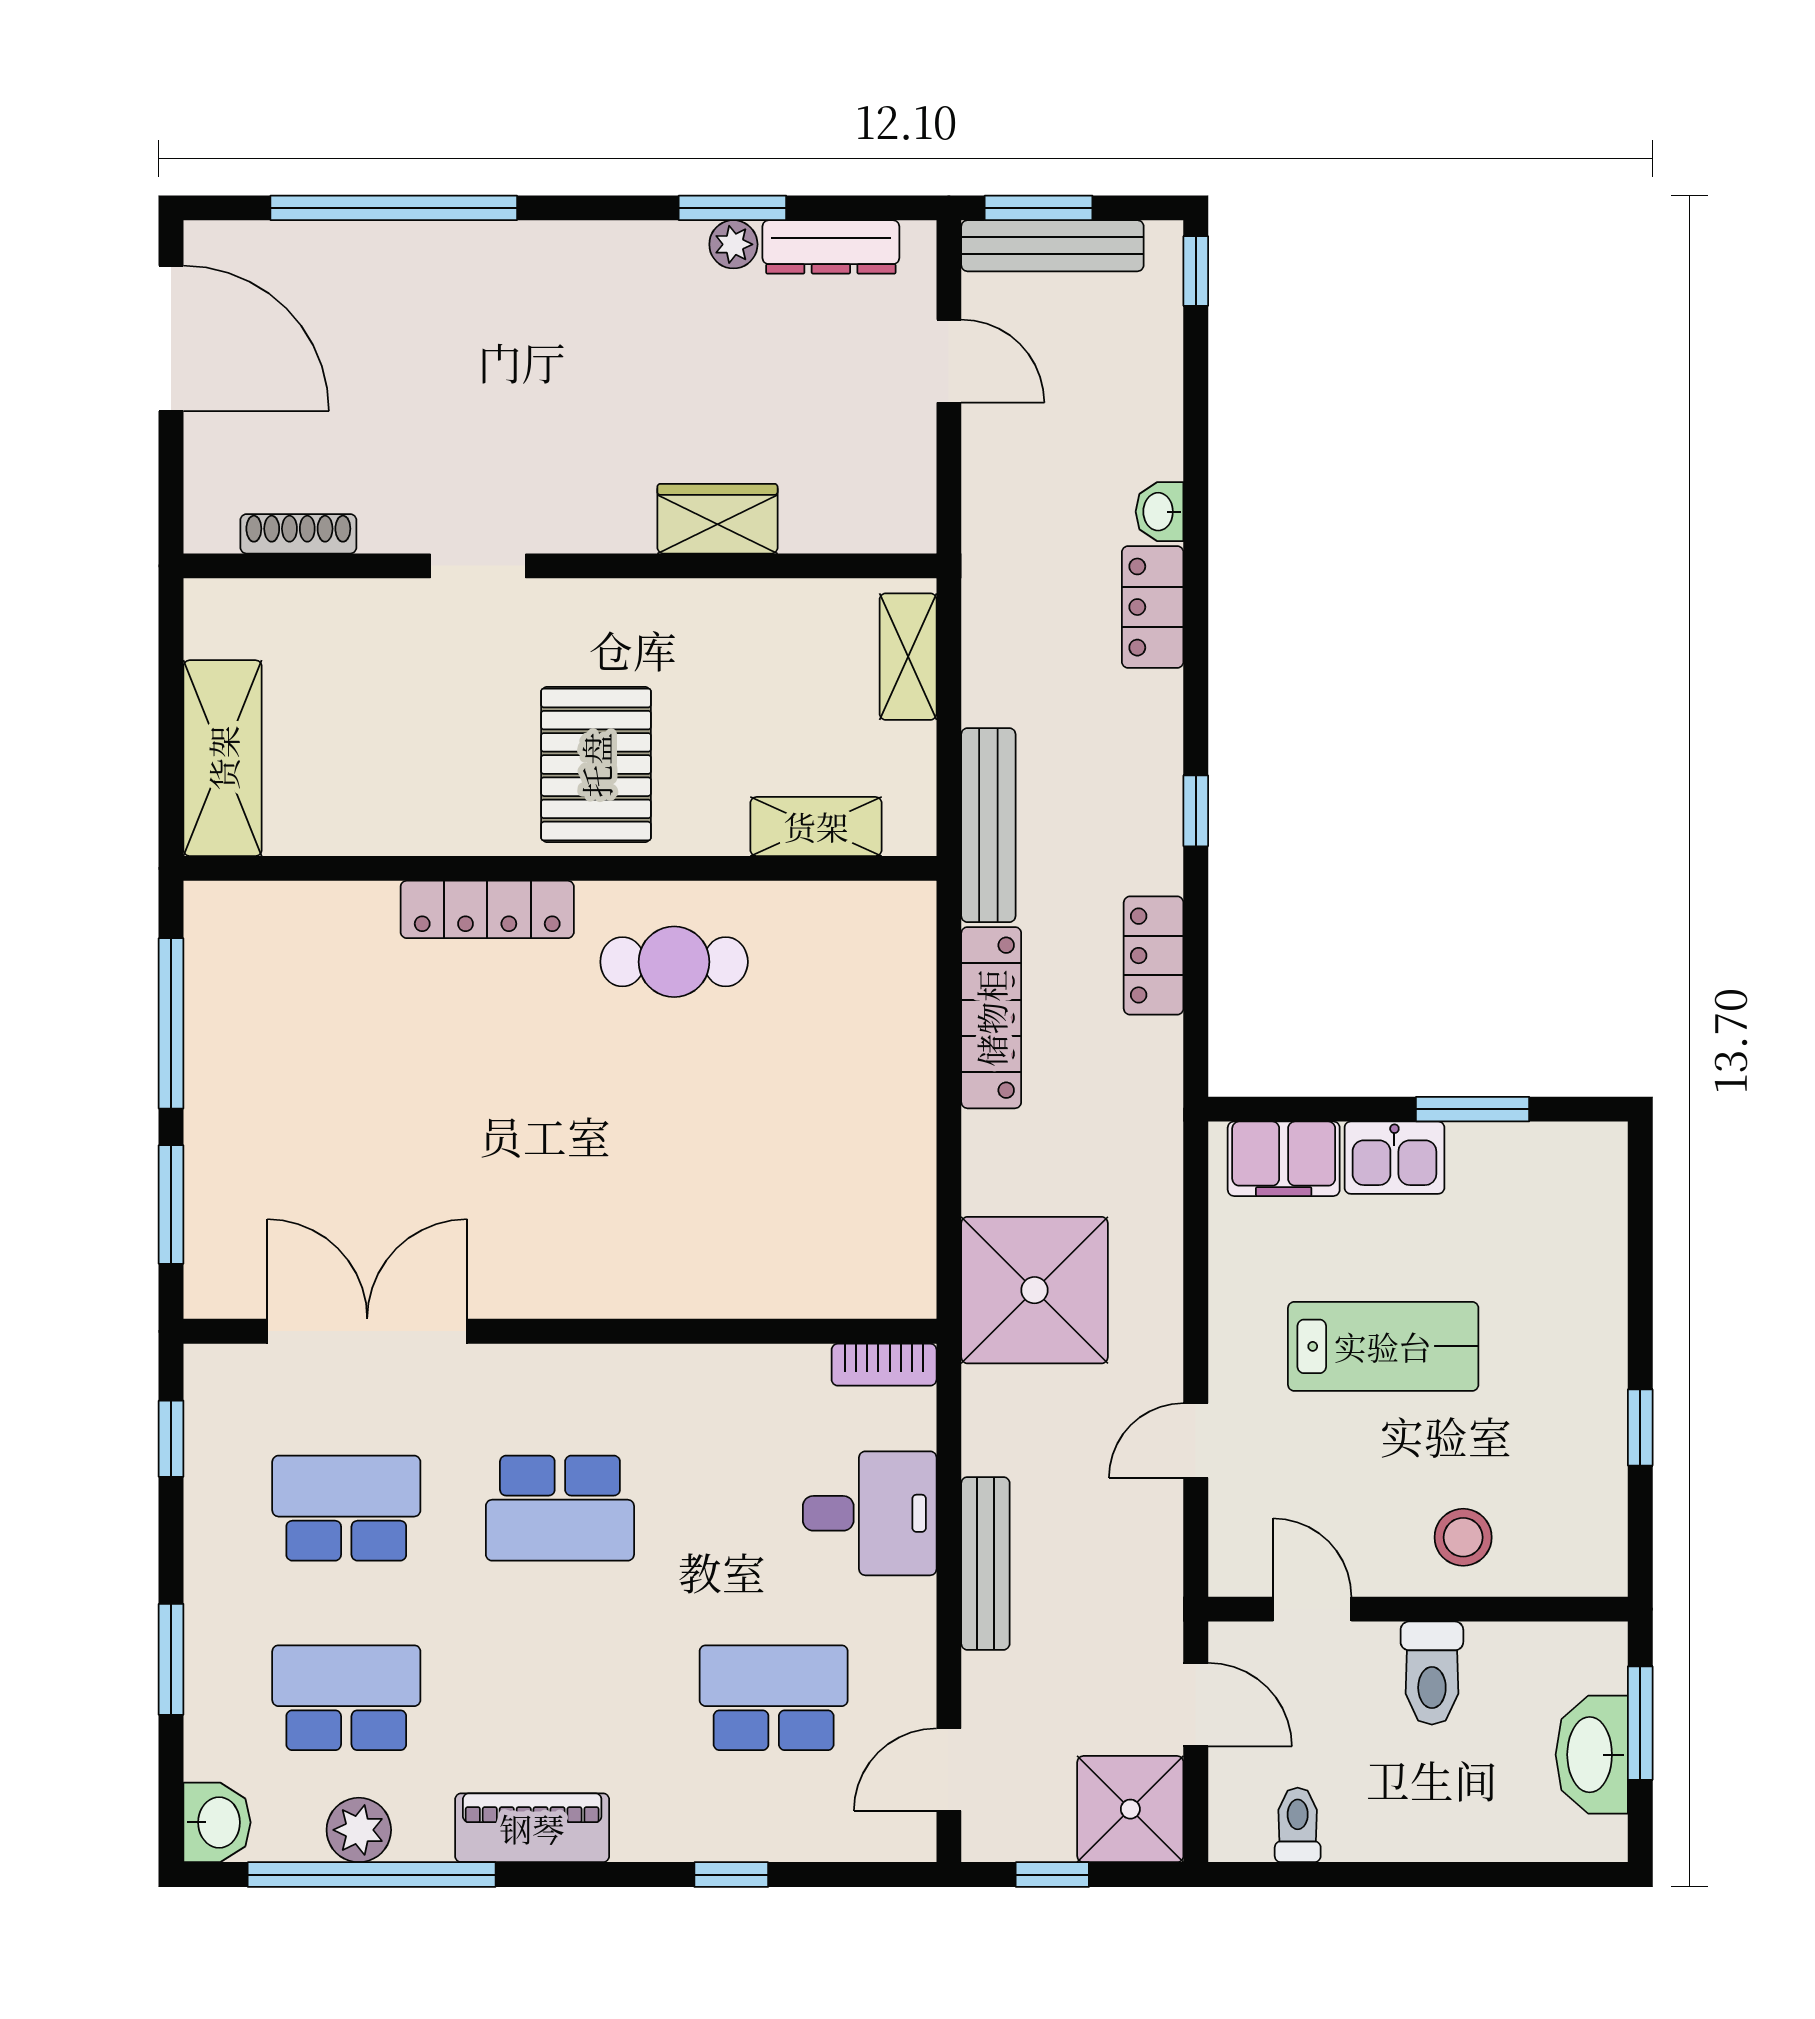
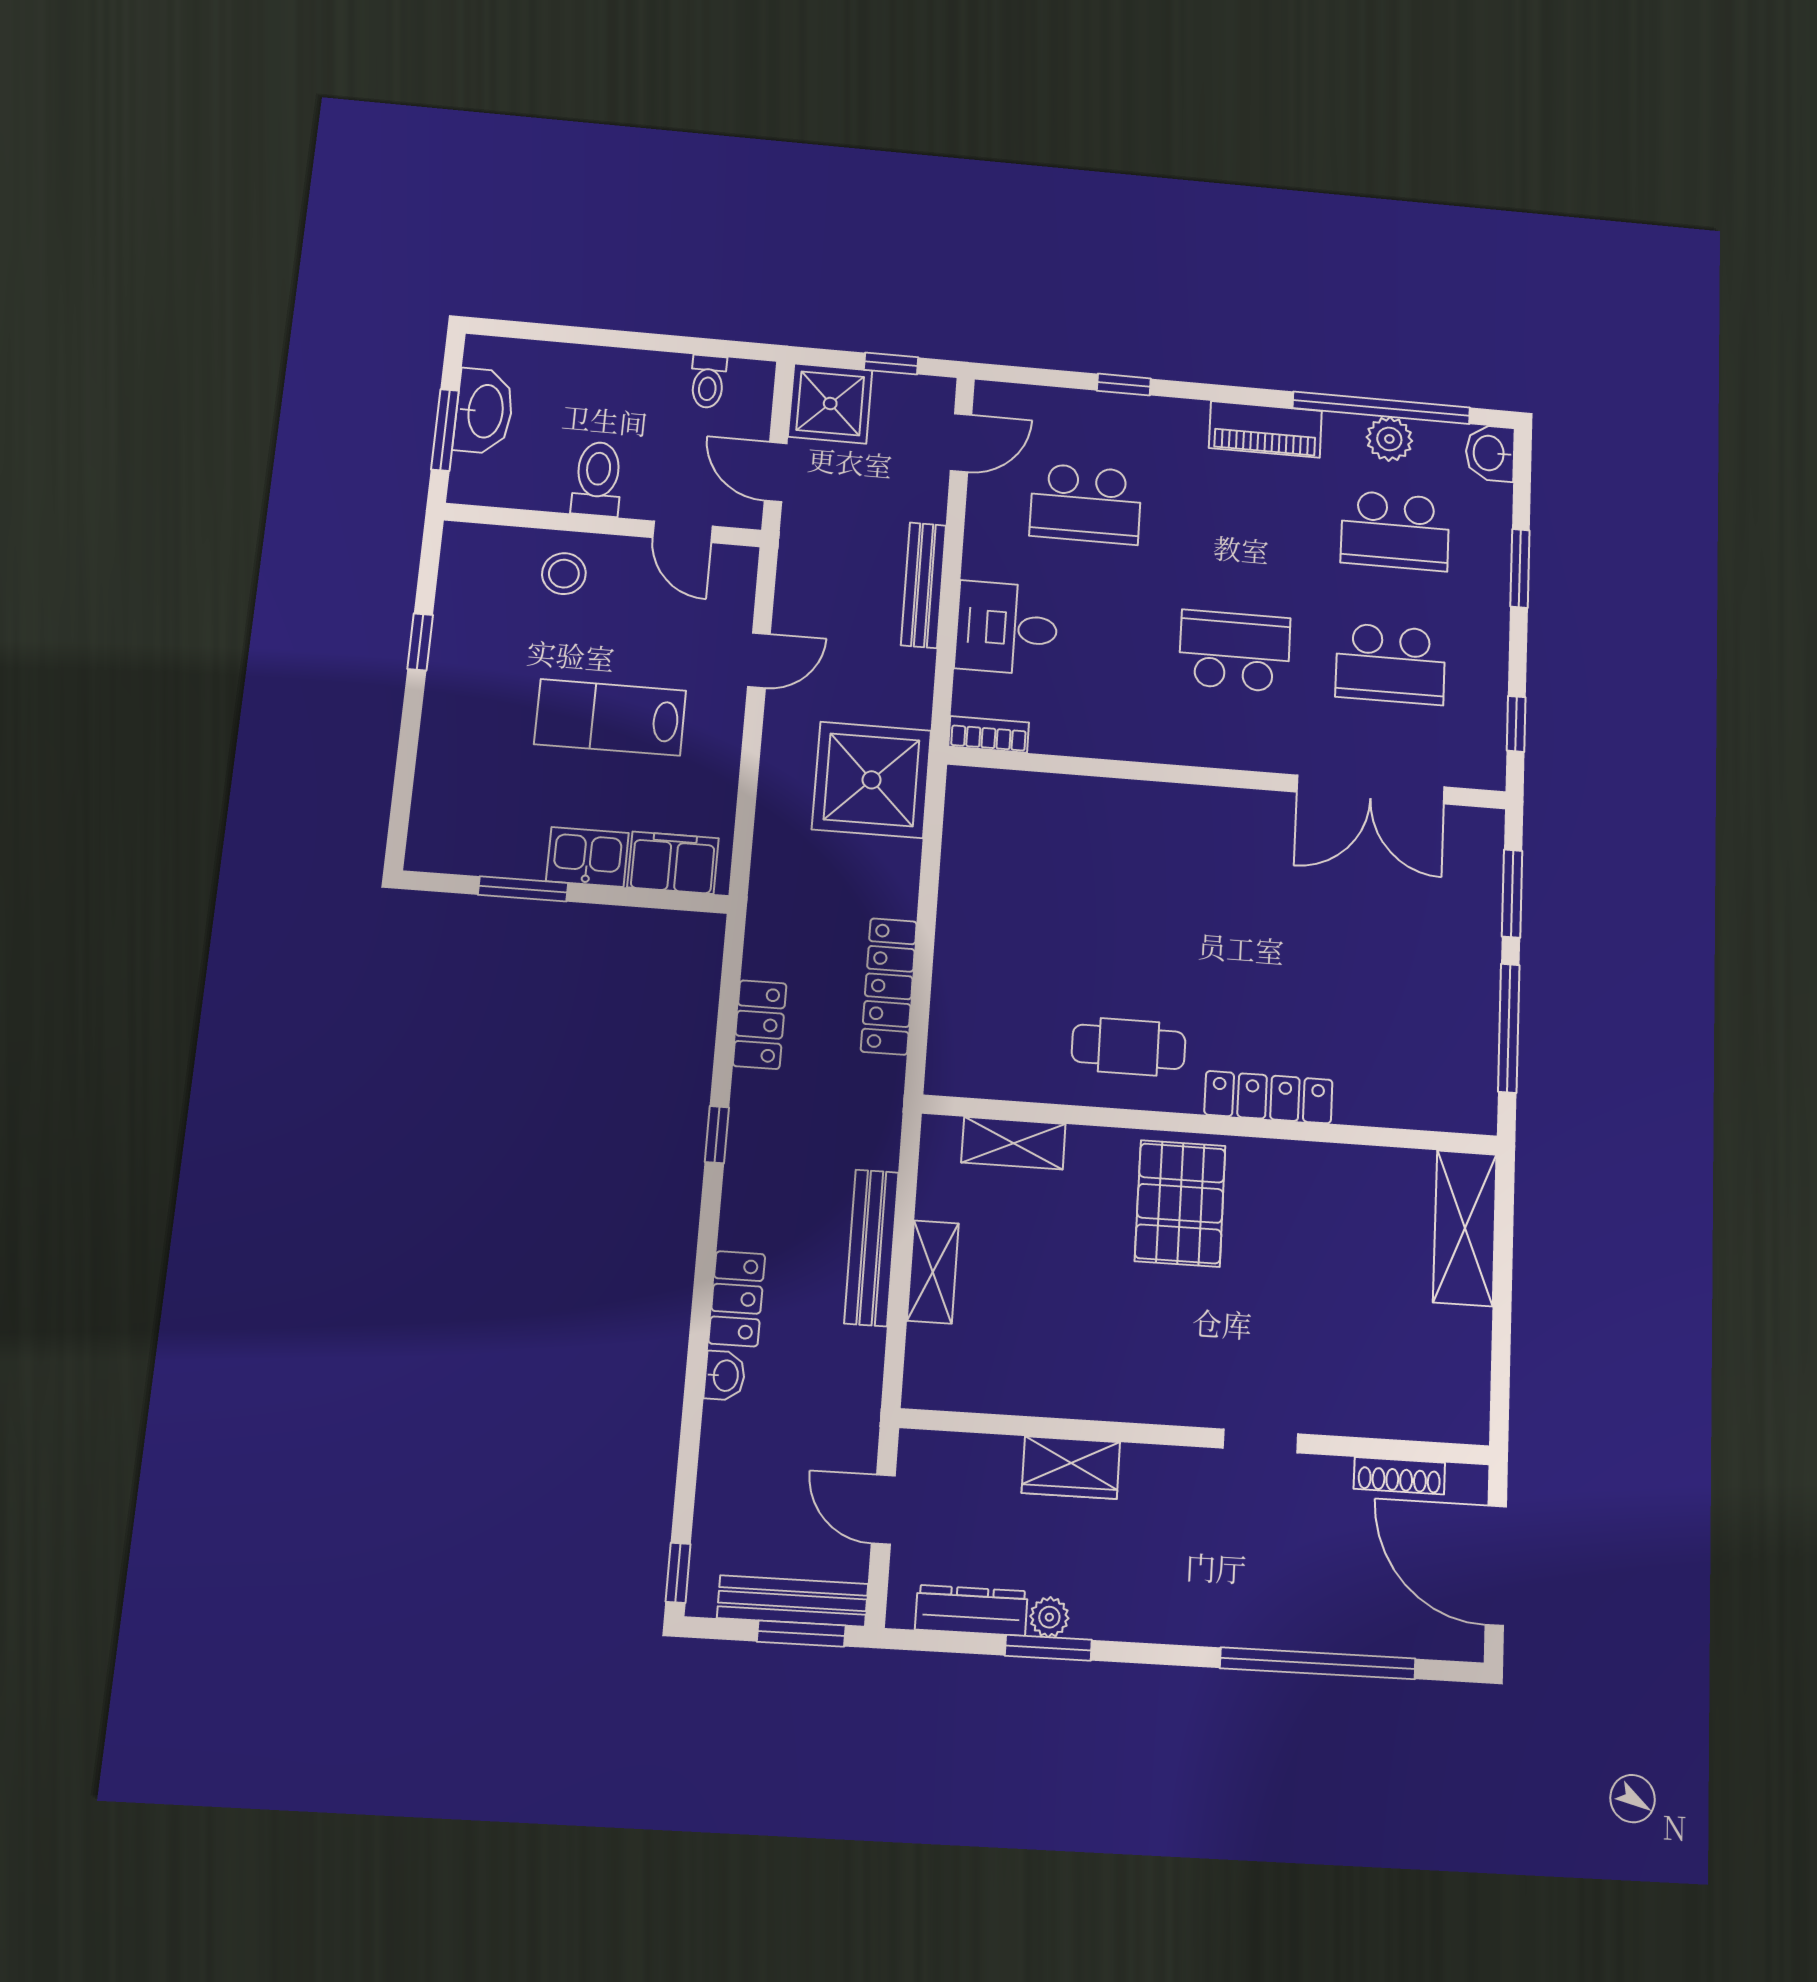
wardrobe: (717, 519) -> (1071, 1468), moved
shoe rack: (298, 534) -> (1399, 1476), moved
doorway: (478, 566) -> (1261, 1441), moved
wall: (560, 566) -> (1197, 1437), moved
bench: (988, 825) -> (871, 1248), moved

